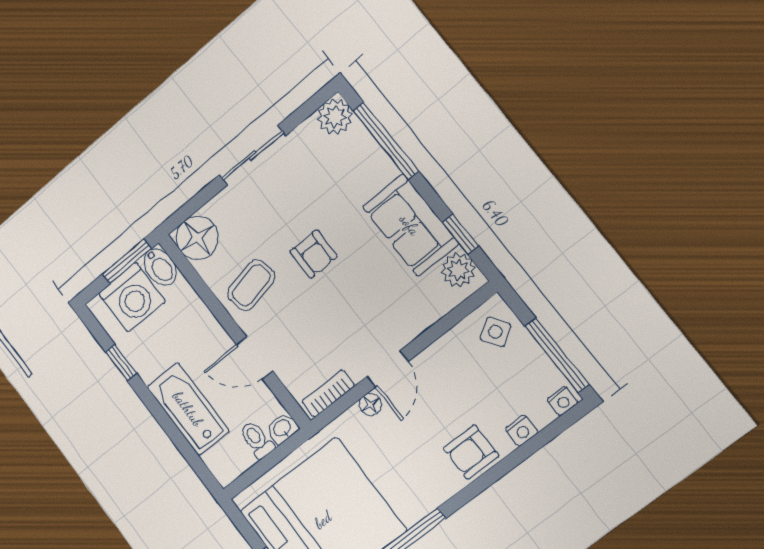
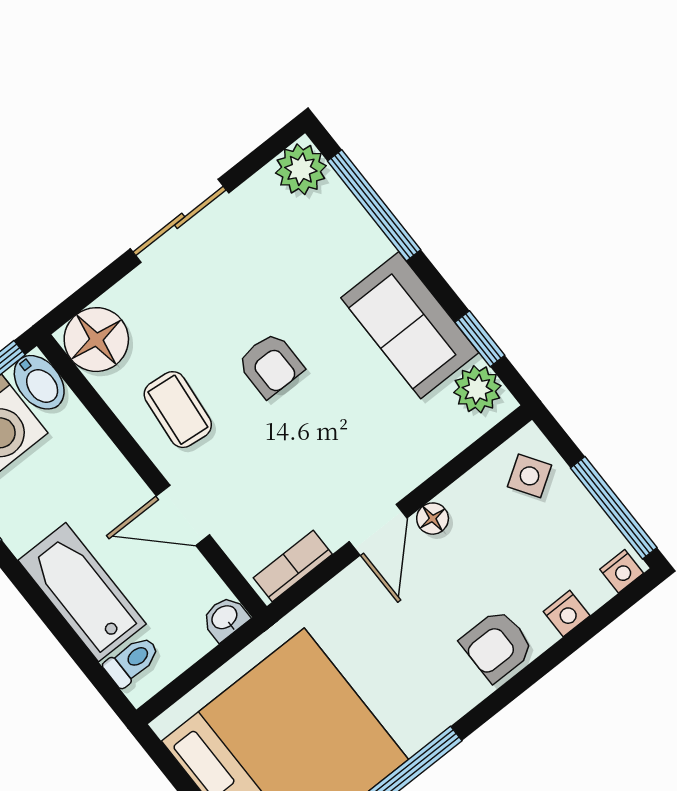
coffee table: (251, 285) -> (178, 410), turned -72
floor lamp: (370, 405) -> (433, 519), moved
toilet: (257, 440) -> (132, 661), moved, turned 90

